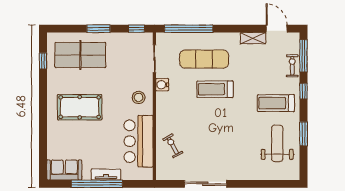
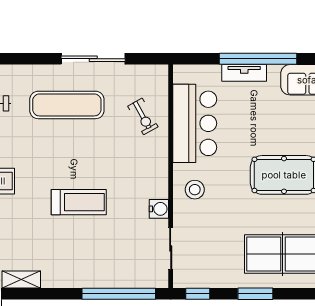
exercise mat: (204, 59) -> (67, 105), moved

